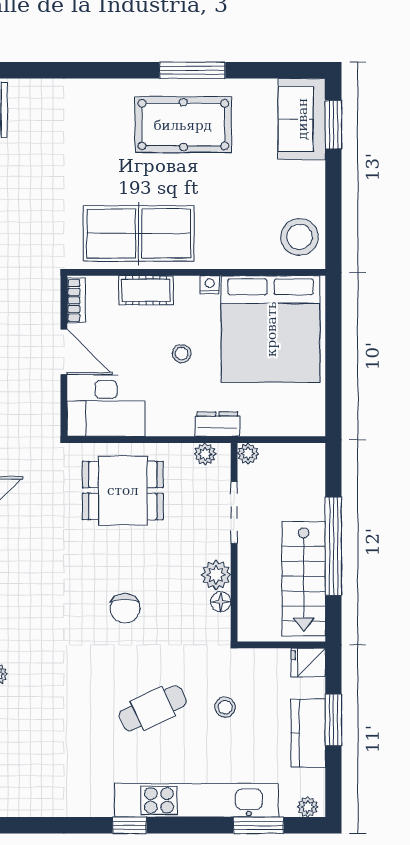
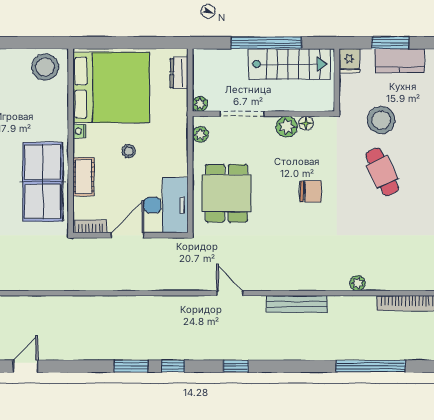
dresser: (217, 424) -> (179, 73), moved
stool: (225, 707) -> (381, 120), width x1.89, depth x1.89

